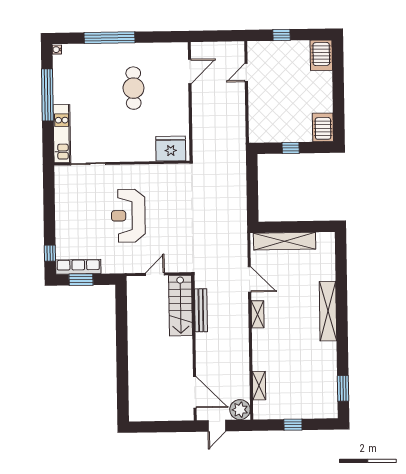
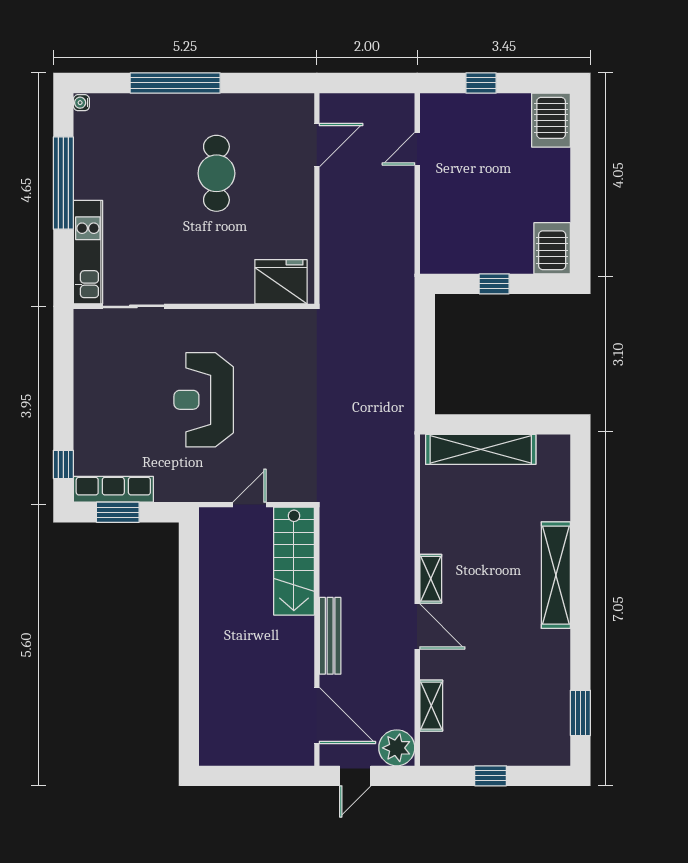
door: (249, 279) -> (417, 626), moved
bench: (201, 310) -> (330, 636), moved

